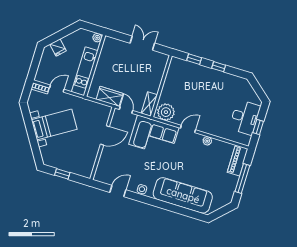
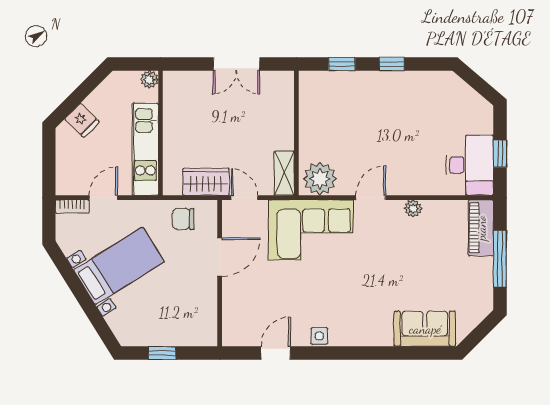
double door: (142, 43) -> (236, 64), swing flipped
chair: (93, 111) -> (183, 219), added
desk: (245, 117) -> (470, 165), moved
sofa: (183, 195) -> (425, 329), width x0.54, depth x0.79

